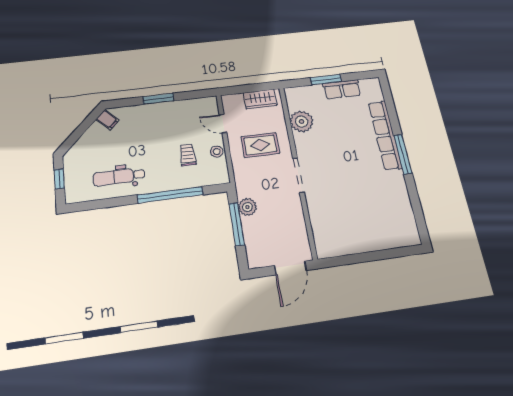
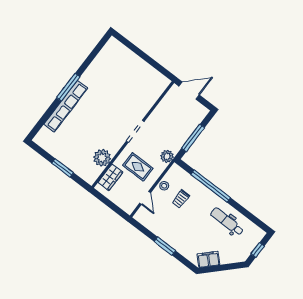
row of seats: (342, 89) -> (60, 154), removed
wardrobe: (260, 99) -> (110, 177), moved, turned 90
filing cabinet: (107, 120) -> (208, 259), width x2.00
dental chair: (119, 177) -> (227, 222), turned 180
plant: (247, 207) -> (167, 156), moved

